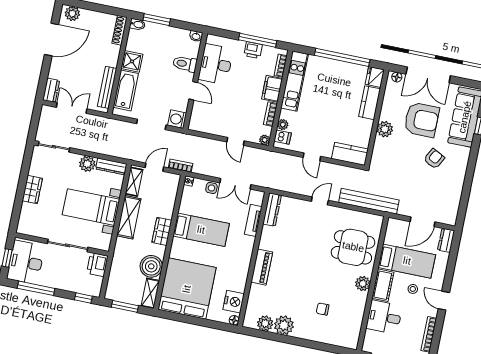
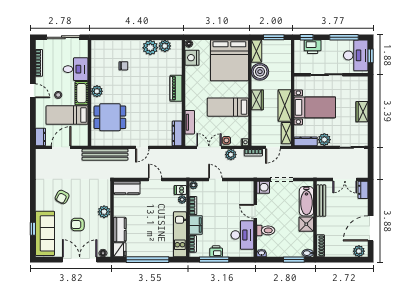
armchair: (422, 120) -> (78, 225), width x0.53, depth x0.53
plant: (210, 169) -> (231, 155), added
printer: (97, 265) -> (313, 47), moved, turned 90

